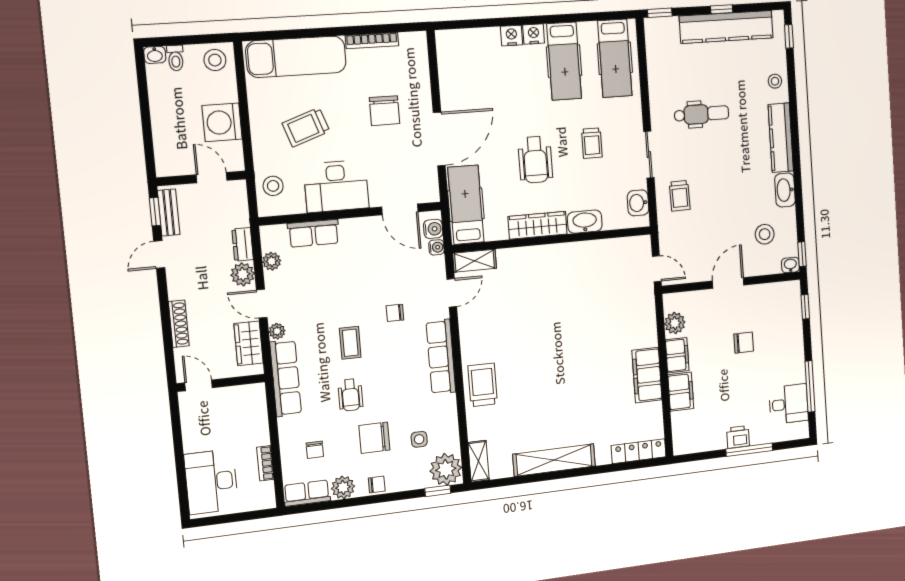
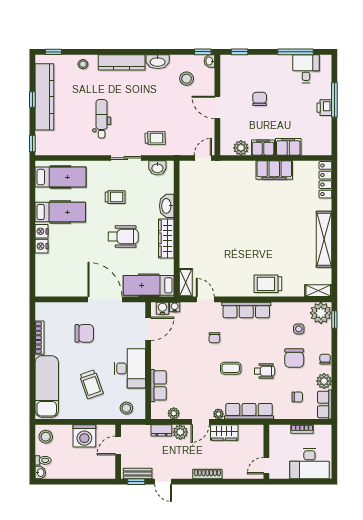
wall: (221, 383) -> (266, 452), moved
door: (199, 385) -> (266, 466), moved

